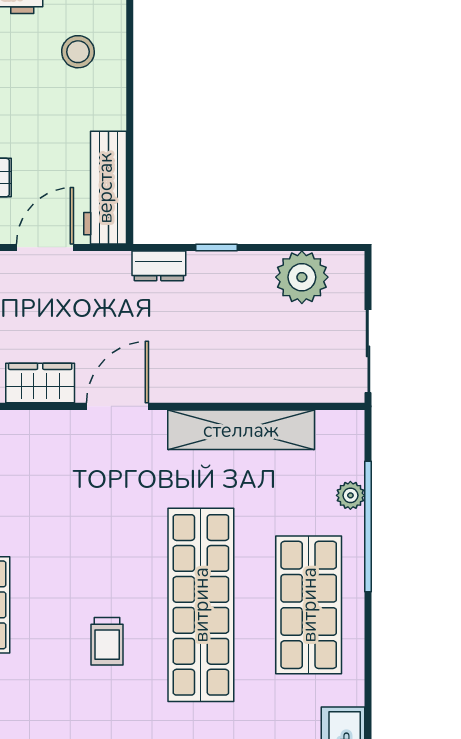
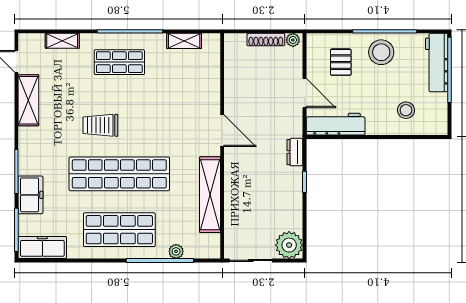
plant: (302, 277) -> (289, 245), moved
wardrobe: (40, 383) -> (234, 91), removed
trolley: (107, 641) -> (100, 125), width x1.36, depth x1.39

